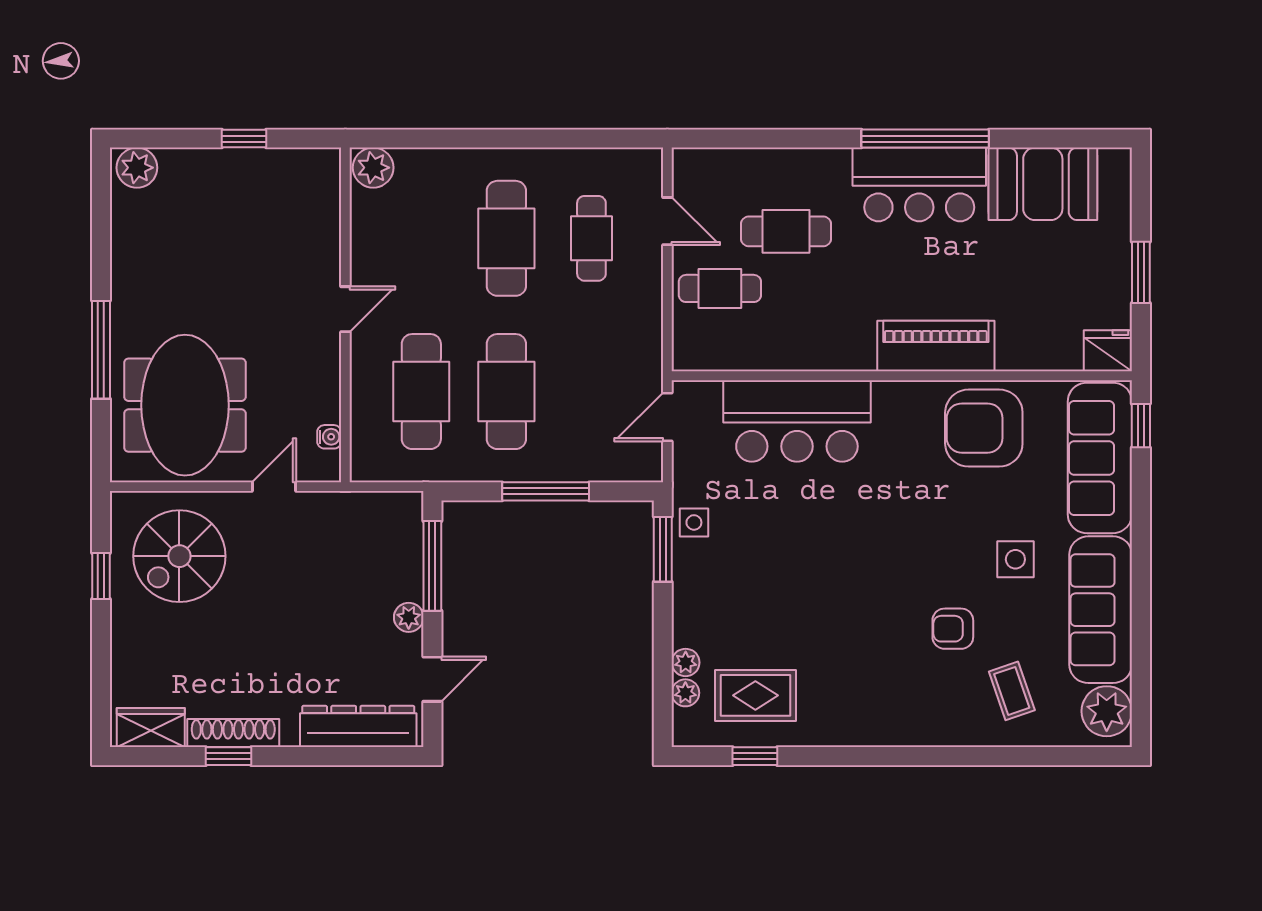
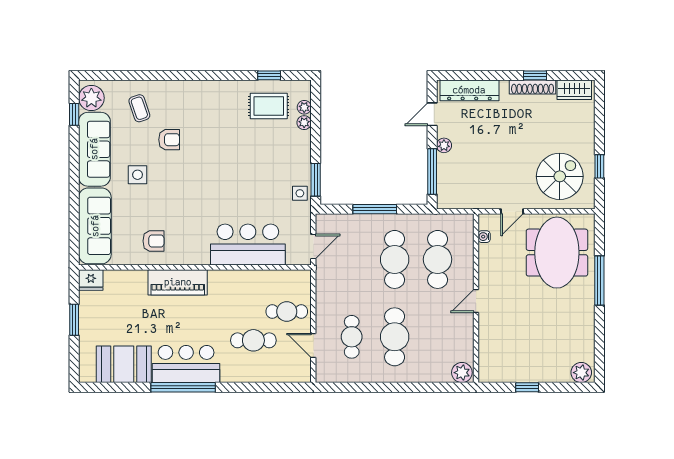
window: (1141, 426) -> (74, 114), moved
armchair: (984, 428) -> (153, 241), width x0.53, depth x0.53

